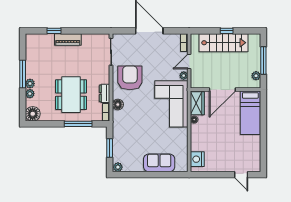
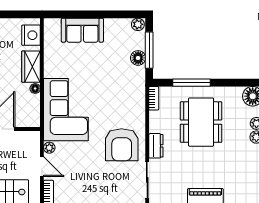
door: (189, 62) -> (42, 167), hinge flipped
dresser: (104, 93) -> (156, 146), moved
wardrobe: (197, 103) -> (31, 67), moved
floor lamp: (118, 105) -> (138, 58), moved
window: (110, 148) -> (149, 50), width x1.44

